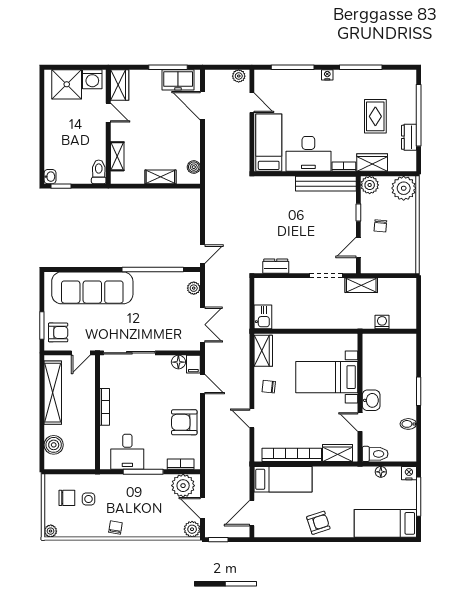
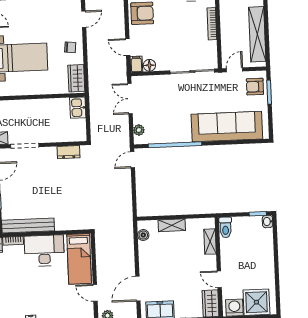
door: (202, 106) -> (138, 289), swing flipped
door: (252, 418) -> (84, 19), hinge flipped

